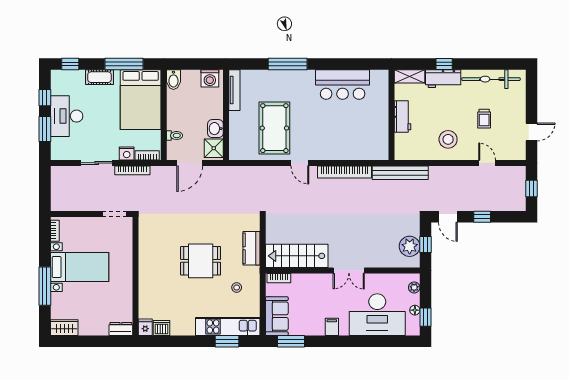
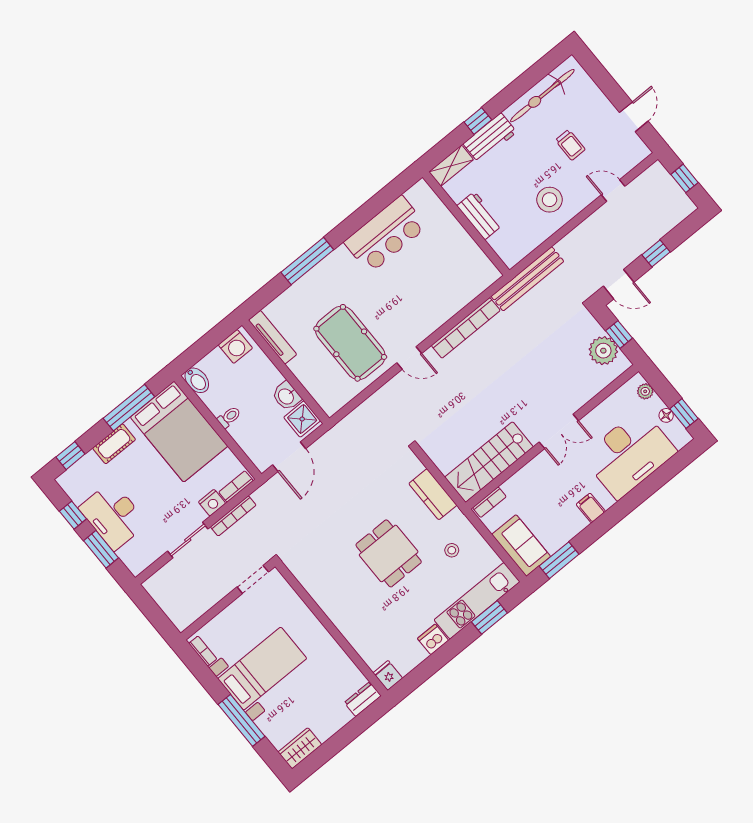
toilet: (175, 135) -> (229, 417), moved
dining table: (201, 261) -> (389, 553), turned 90
dishwasher: (162, 328) -> (433, 639), moved

